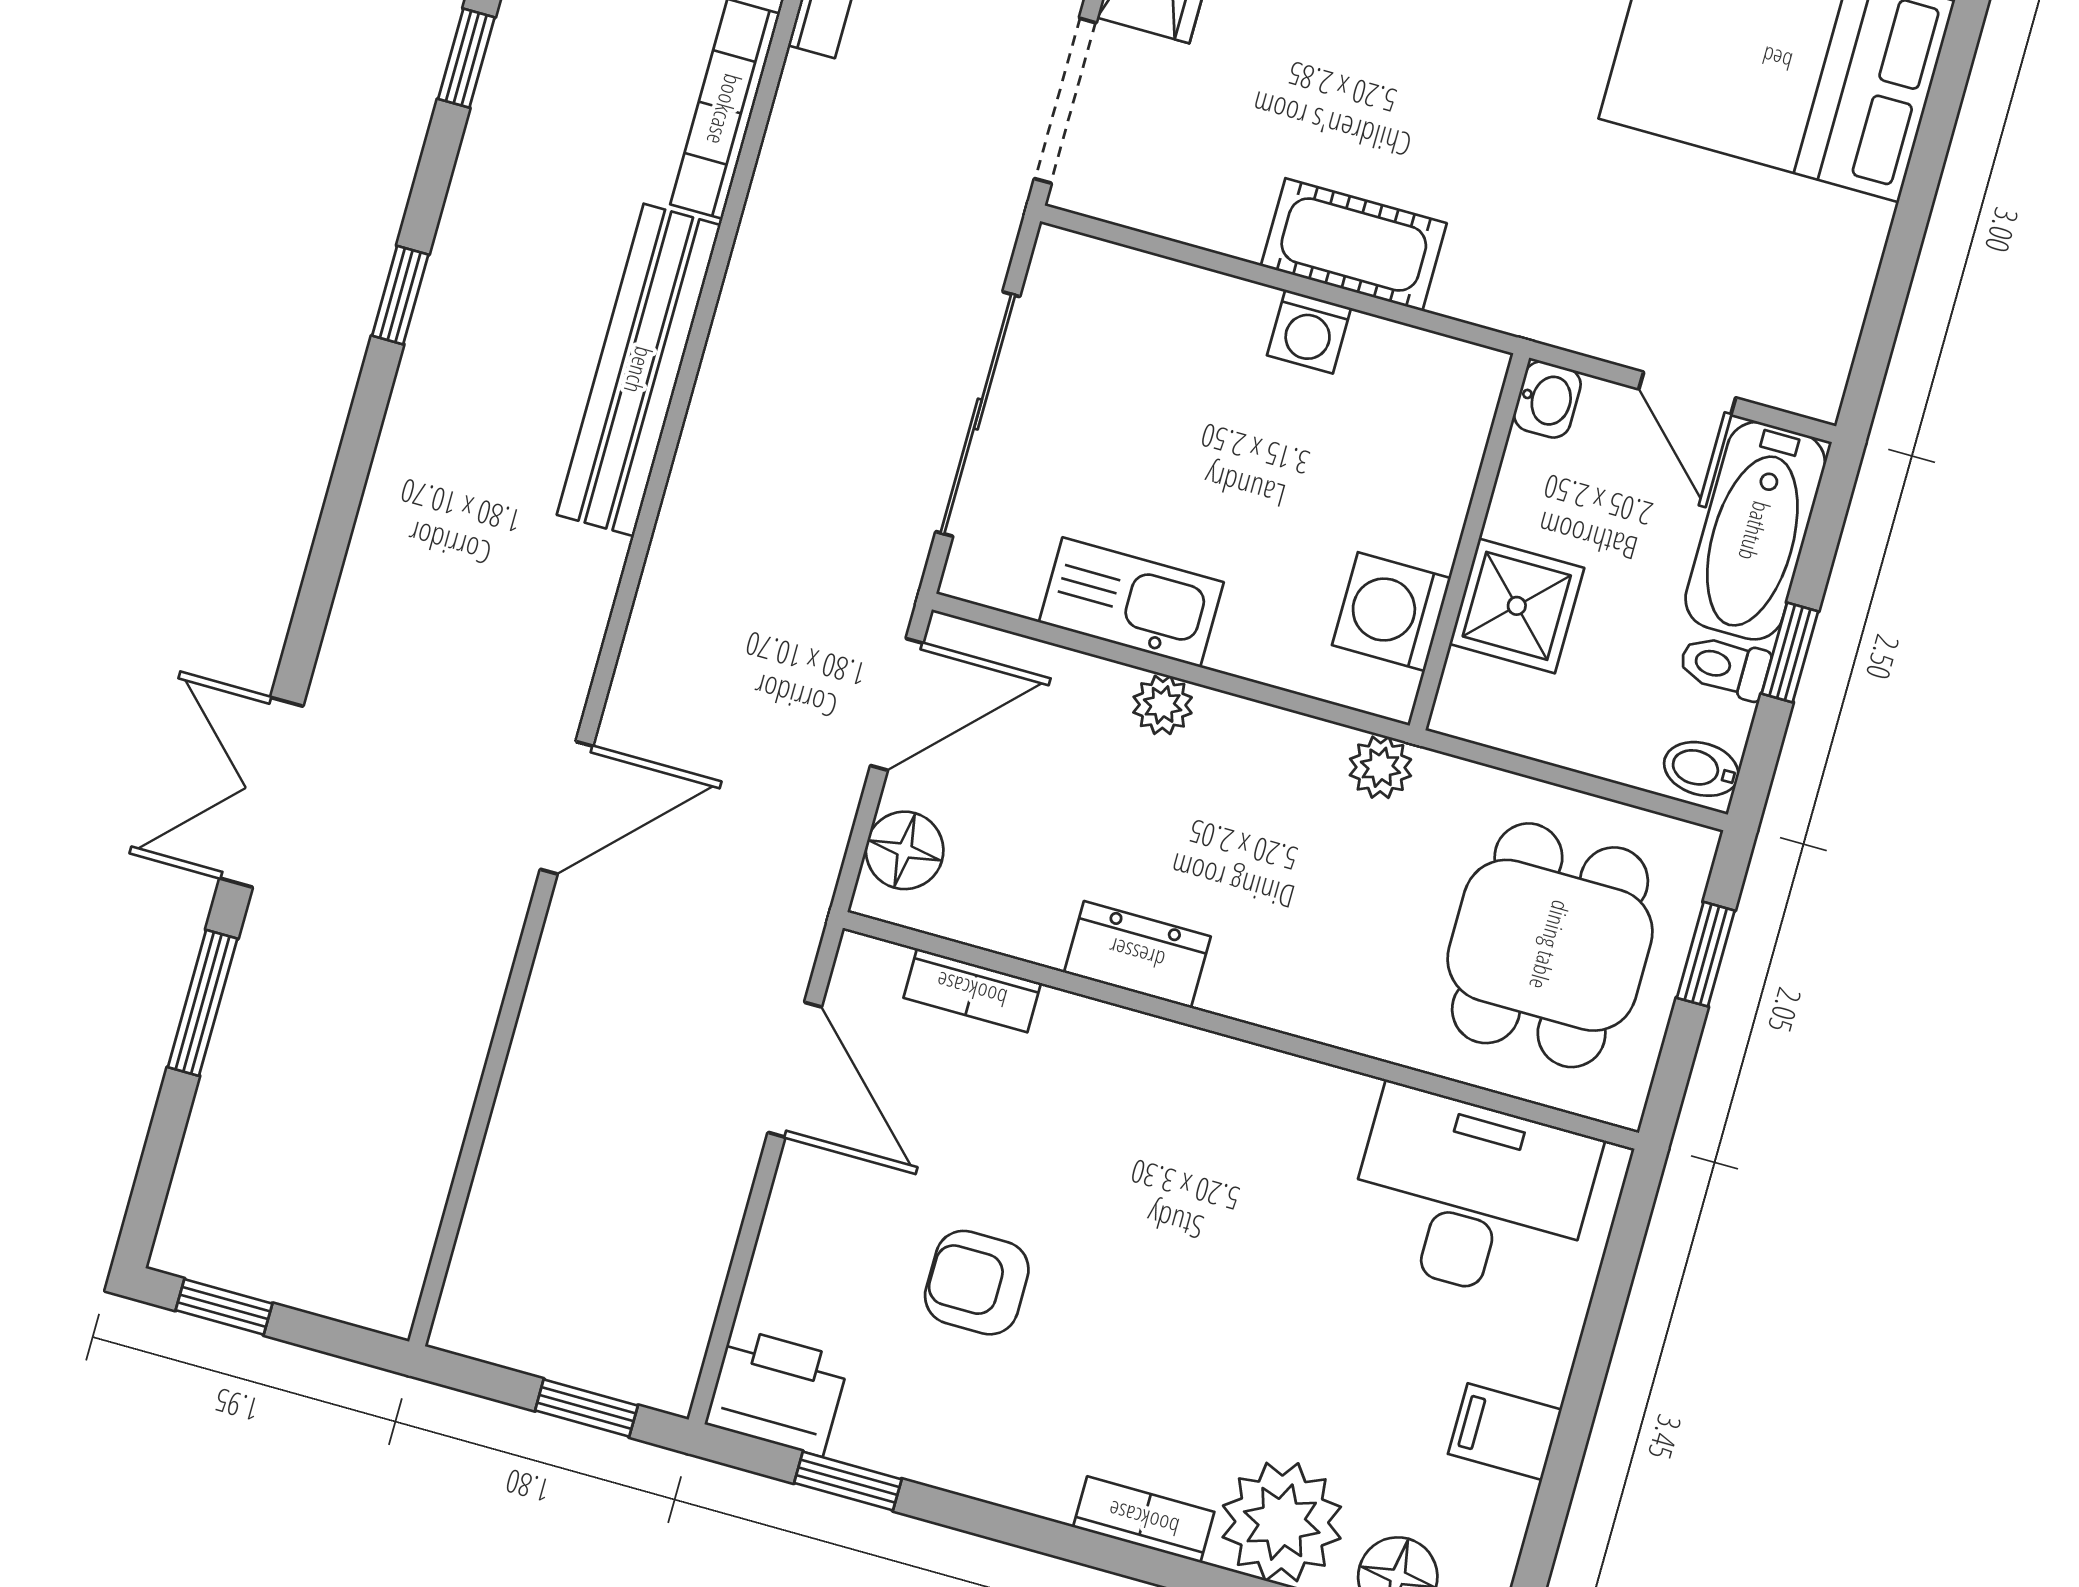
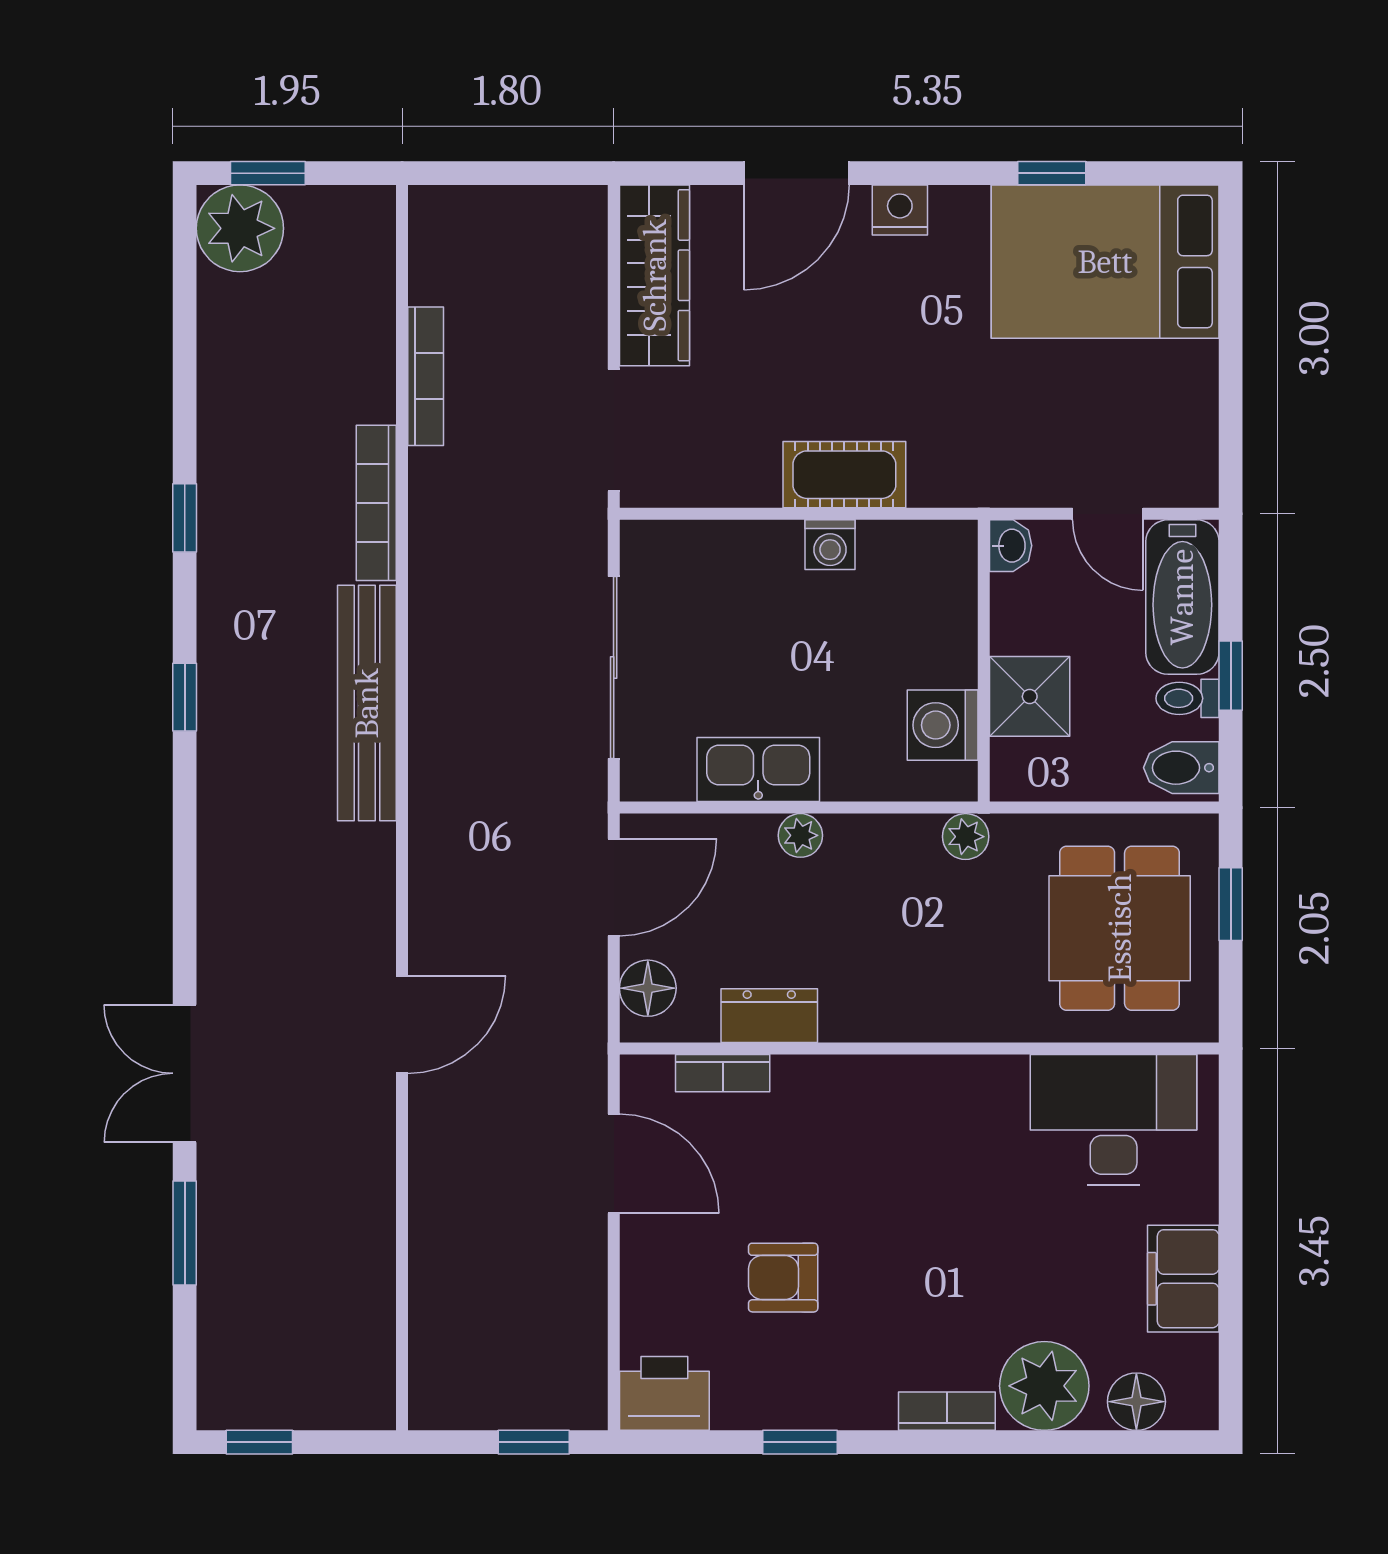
bidet: (1701, 769) -> (1181, 768), width x1.38, depth x1.36
dresser: (1137, 954) -> (769, 1016), moved
filing cabinet: (1505, 1432) -> (1183, 1279), width x2.00
window: (848, 1481) -> (800, 1442), moved

